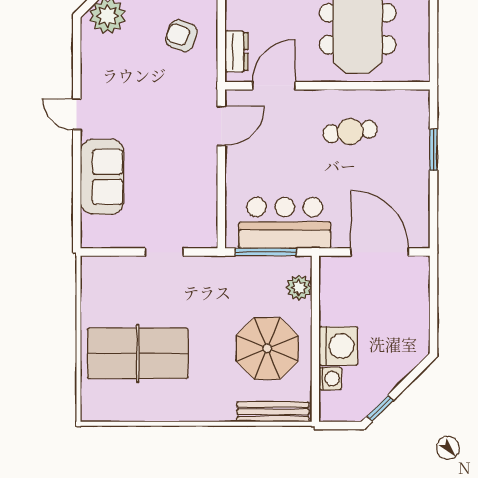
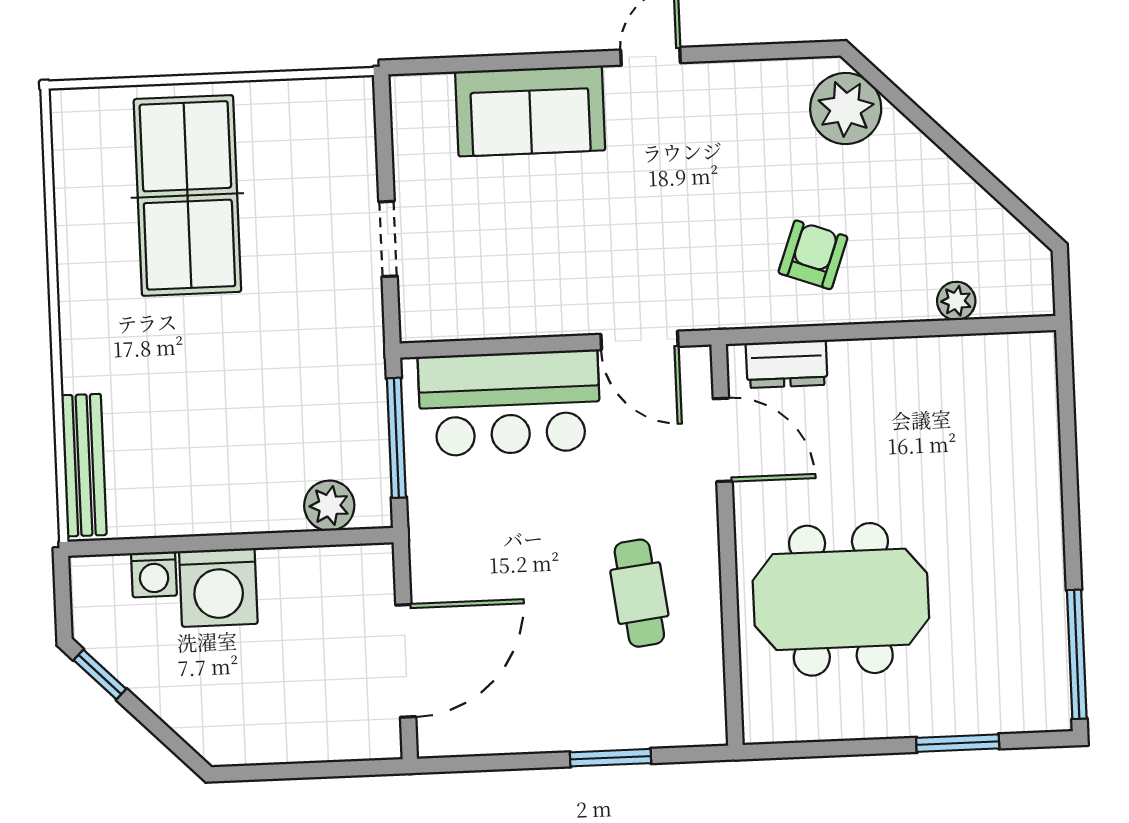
bar counter: (285, 223) -> (509, 403), moved, turned 90
parasol: (267, 348) -> (208, 448), removed

